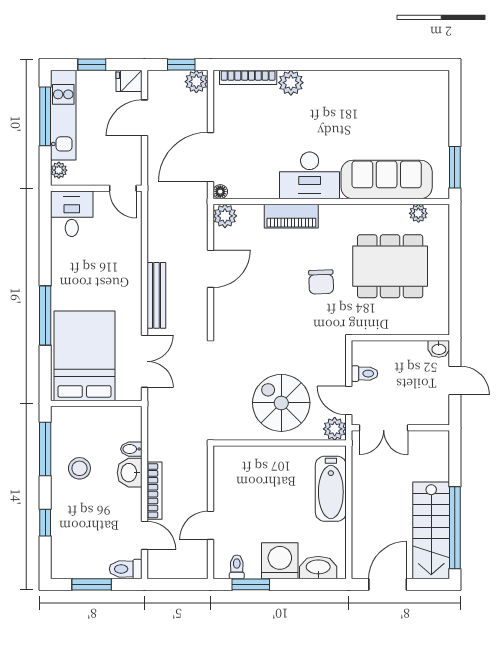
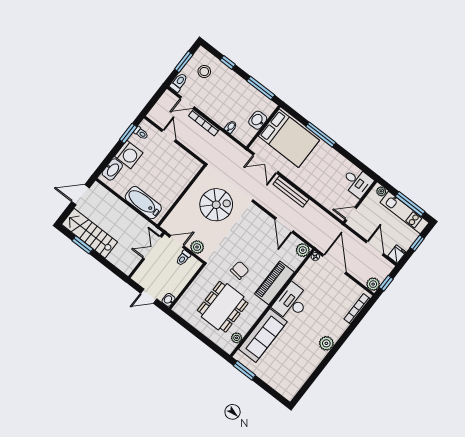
plant: (291, 83) -> (326, 343), moved
piano: (291, 216) -> (274, 283), width x1.37, depth x1.33
chair: (321, 282) -> (240, 270), turned 99
spiral stairs: (281, 403) -> (216, 205), moved
plant: (335, 429) -> (197, 247), moved
stool: (79, 468) -> (204, 72), moved
washbasin: (130, 473) -> (258, 120), moved, turned -90
window: (455, 528) -> (82, 245), width x0.47
door: (388, 584) -> (81, 195), swing flipped

